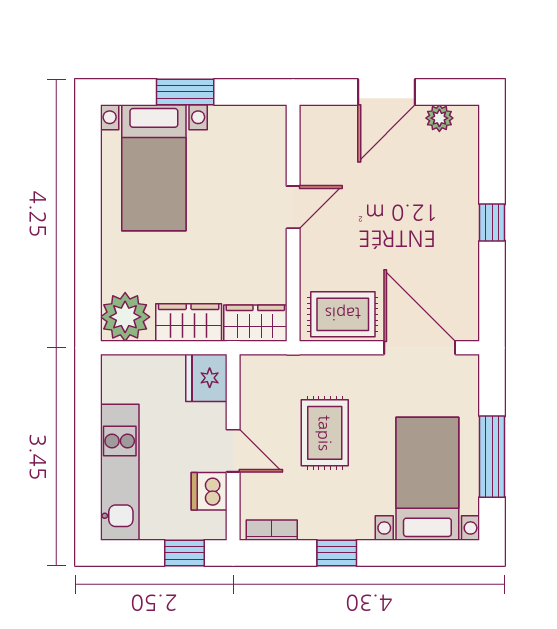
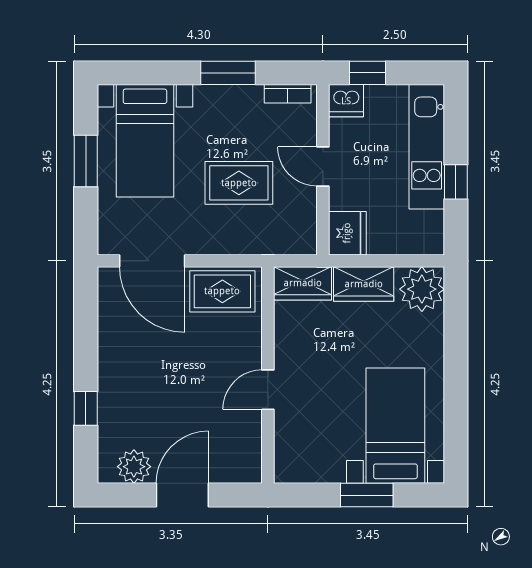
plant: (439, 118) -> (134, 467), width x1.38, depth x1.38
window: (492, 223) -> (86, 408), moved
rug: (325, 433) -> (239, 183), turned 90
window: (88, 434) -> (456, 182), added
window: (492, 457) -> (86, 161), width x0.69
dishwasher: (209, 491) -> (346, 101), moved, turned 90
window: (337, 553) -> (228, 73), width x1.50

